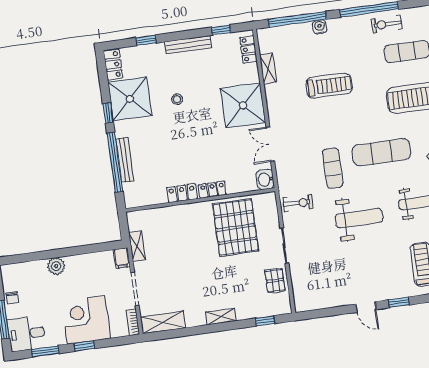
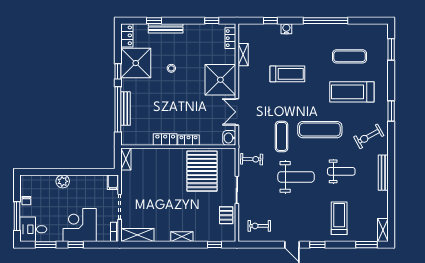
window: (297, 19) -> (270, 21), width x0.32
exercise bike: (387, 24) -> (259, 226), moved
bench: (188, 45) -> (166, 28), moved
shelving: (137, 246) -> (126, 159), moved

